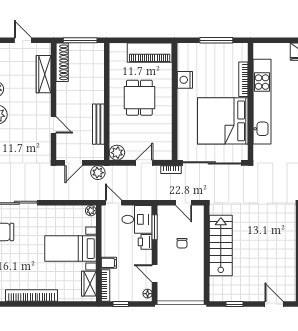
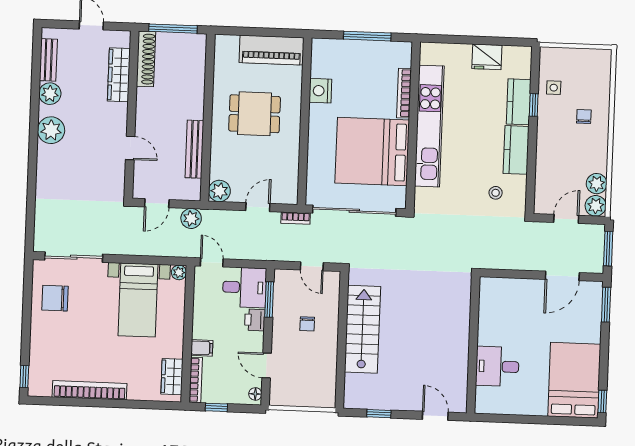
dining table: (139, 98) -> (255, 114), turned 90
bed with nightstands: (70, 249) -> (138, 300), moved, turned -90

